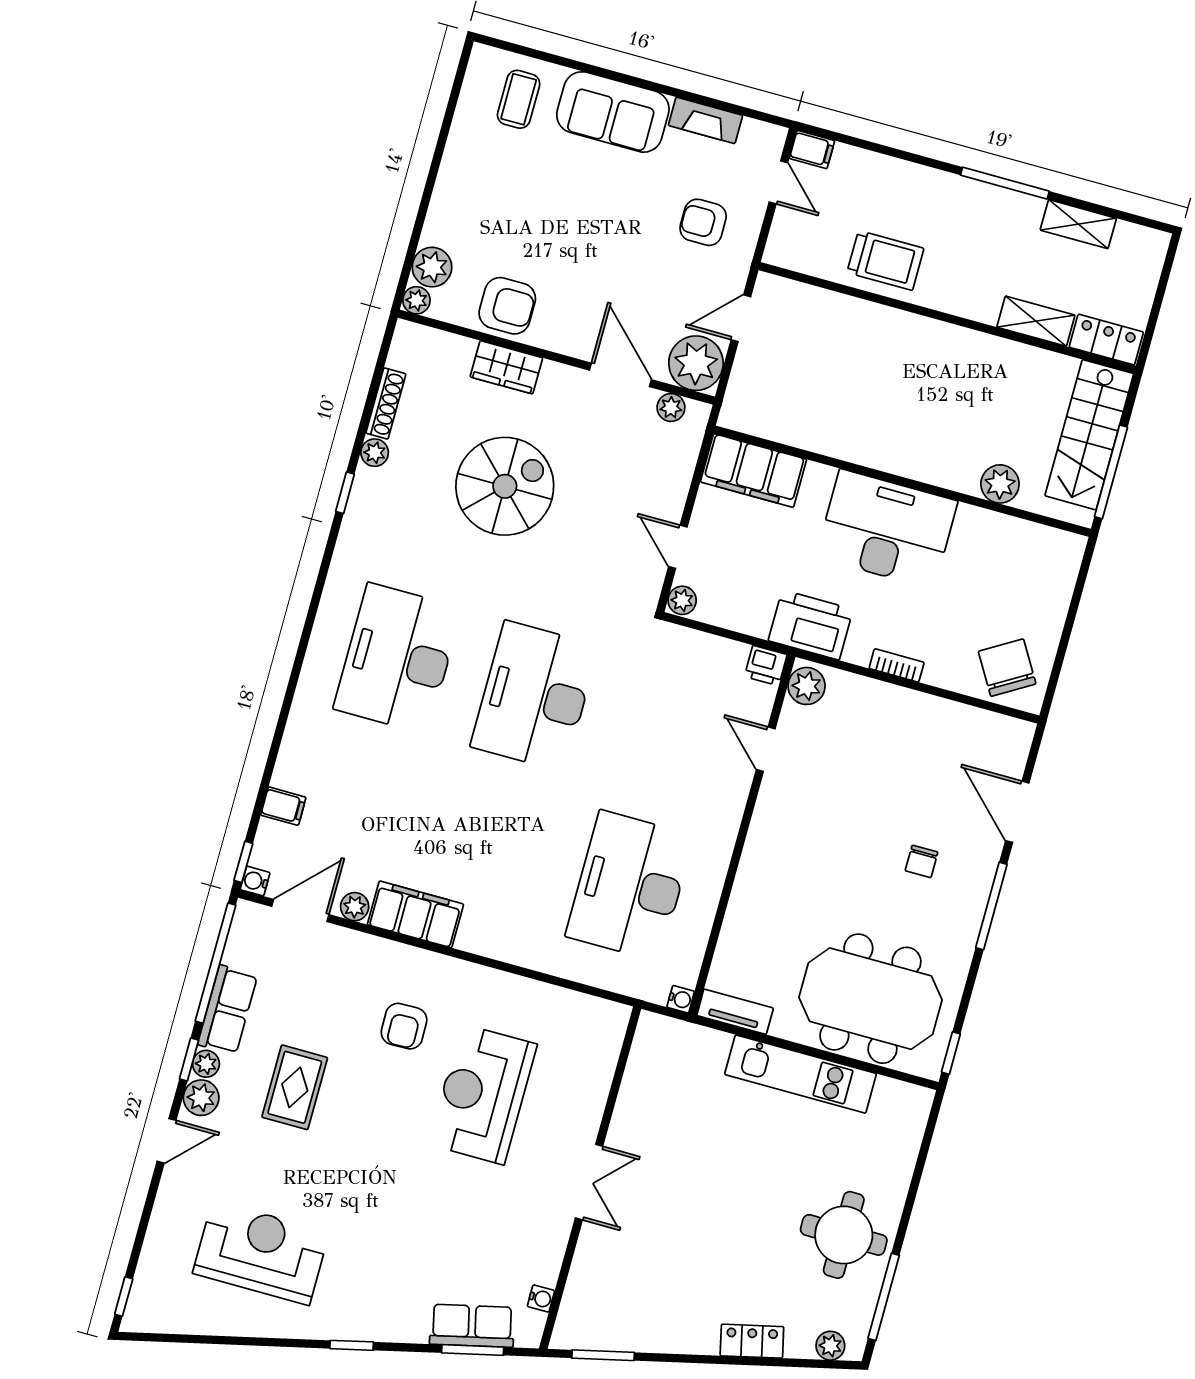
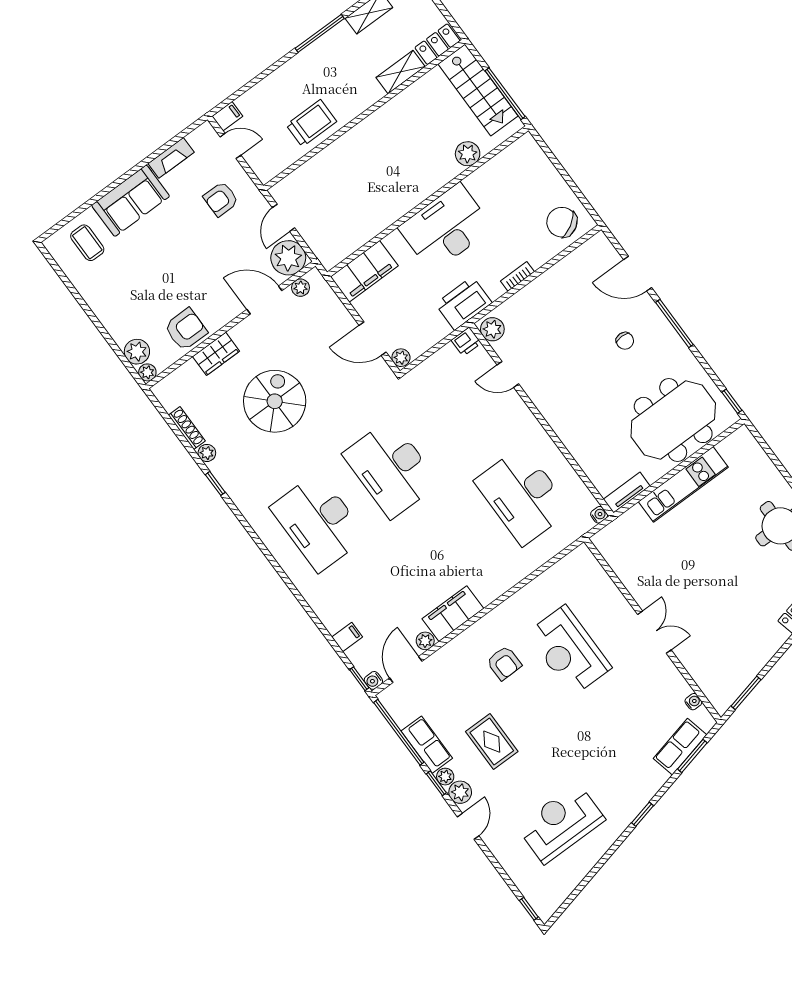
door: (678, 547) -> (373, 339), width x1.38

